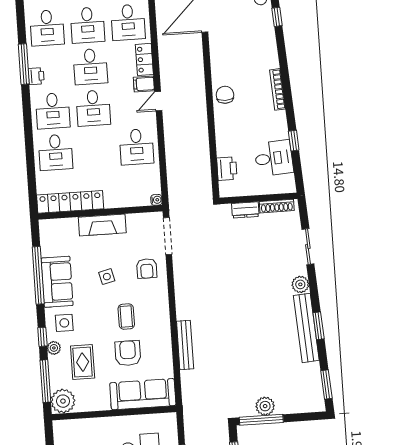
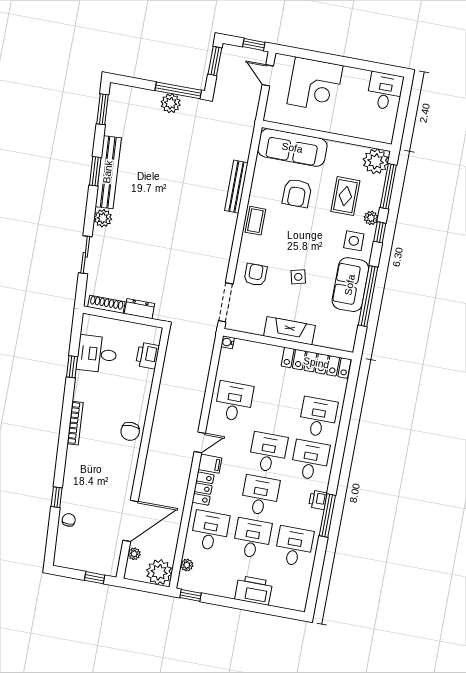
coffee table: (126, 317) -> (255, 221), moved

